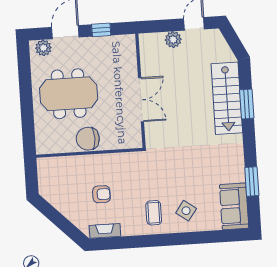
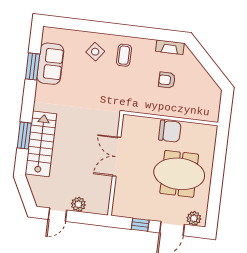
sofa: (234, 206) -> (50, 64), moved

